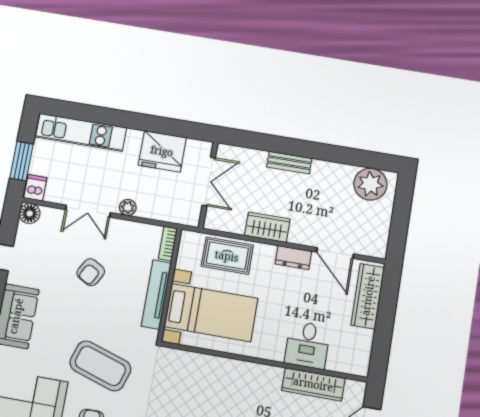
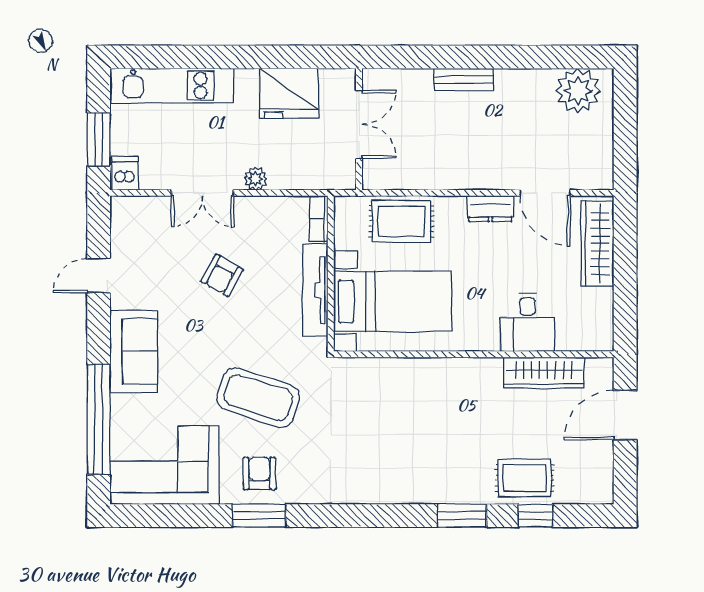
floor lamp: (30, 213) -> (124, 210), removed
wardrobe: (267, 227) -> (449, 173), removed

